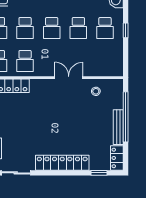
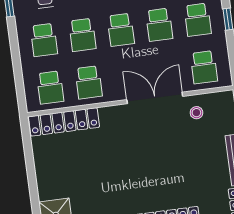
school desk: (105, 61) -> (204, 67), added
double door: (69, 78) -> (155, 98), width x1.37

